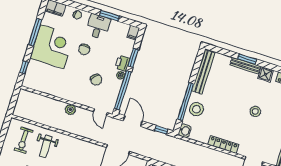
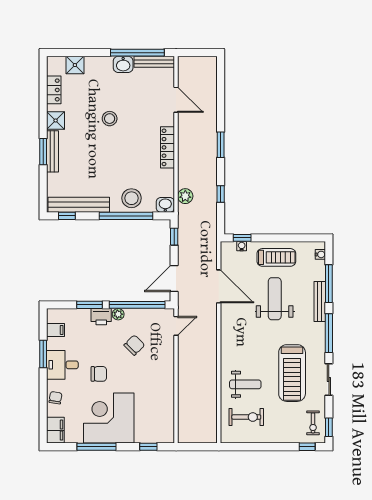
filing cabinet: (133, 33) -> (56, 330), moved
window: (198, 61) -> (67, 216), added
plant: (70, 110) -> (185, 196), moved

